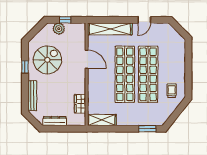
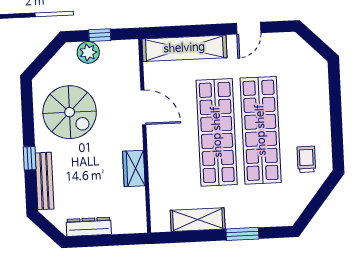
spiral stairs: (47, 60) -> (70, 112), turned 90
window: (25, 67) -> (30, 158), moved
wardrobe: (80, 104) -> (134, 168), moved
shelving: (102, 120) -> (198, 220), moved
window: (147, 129) -> (242, 234), moved

